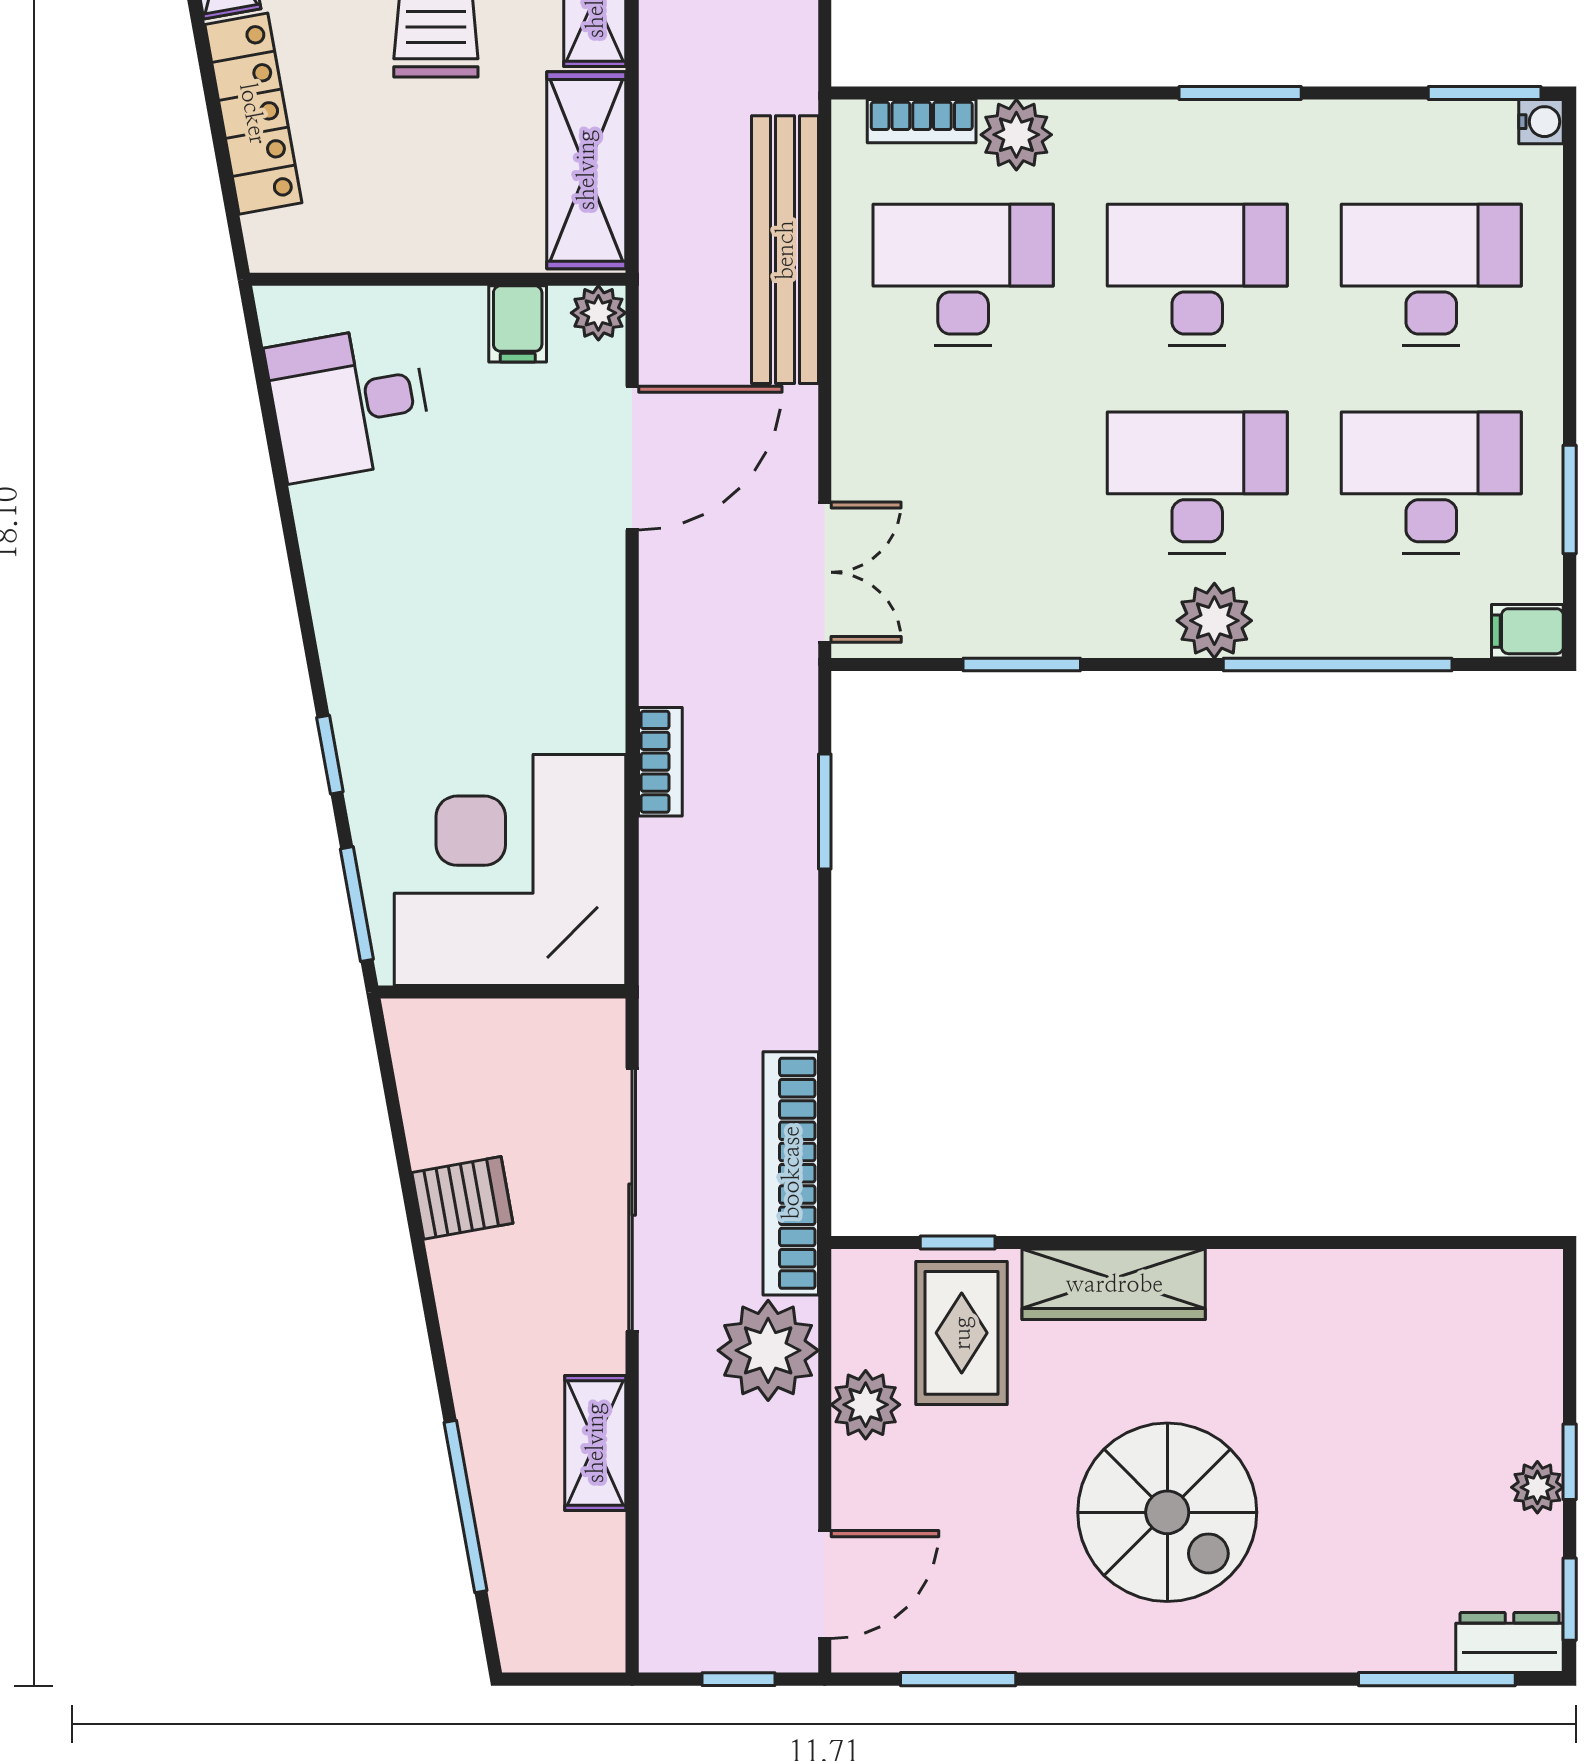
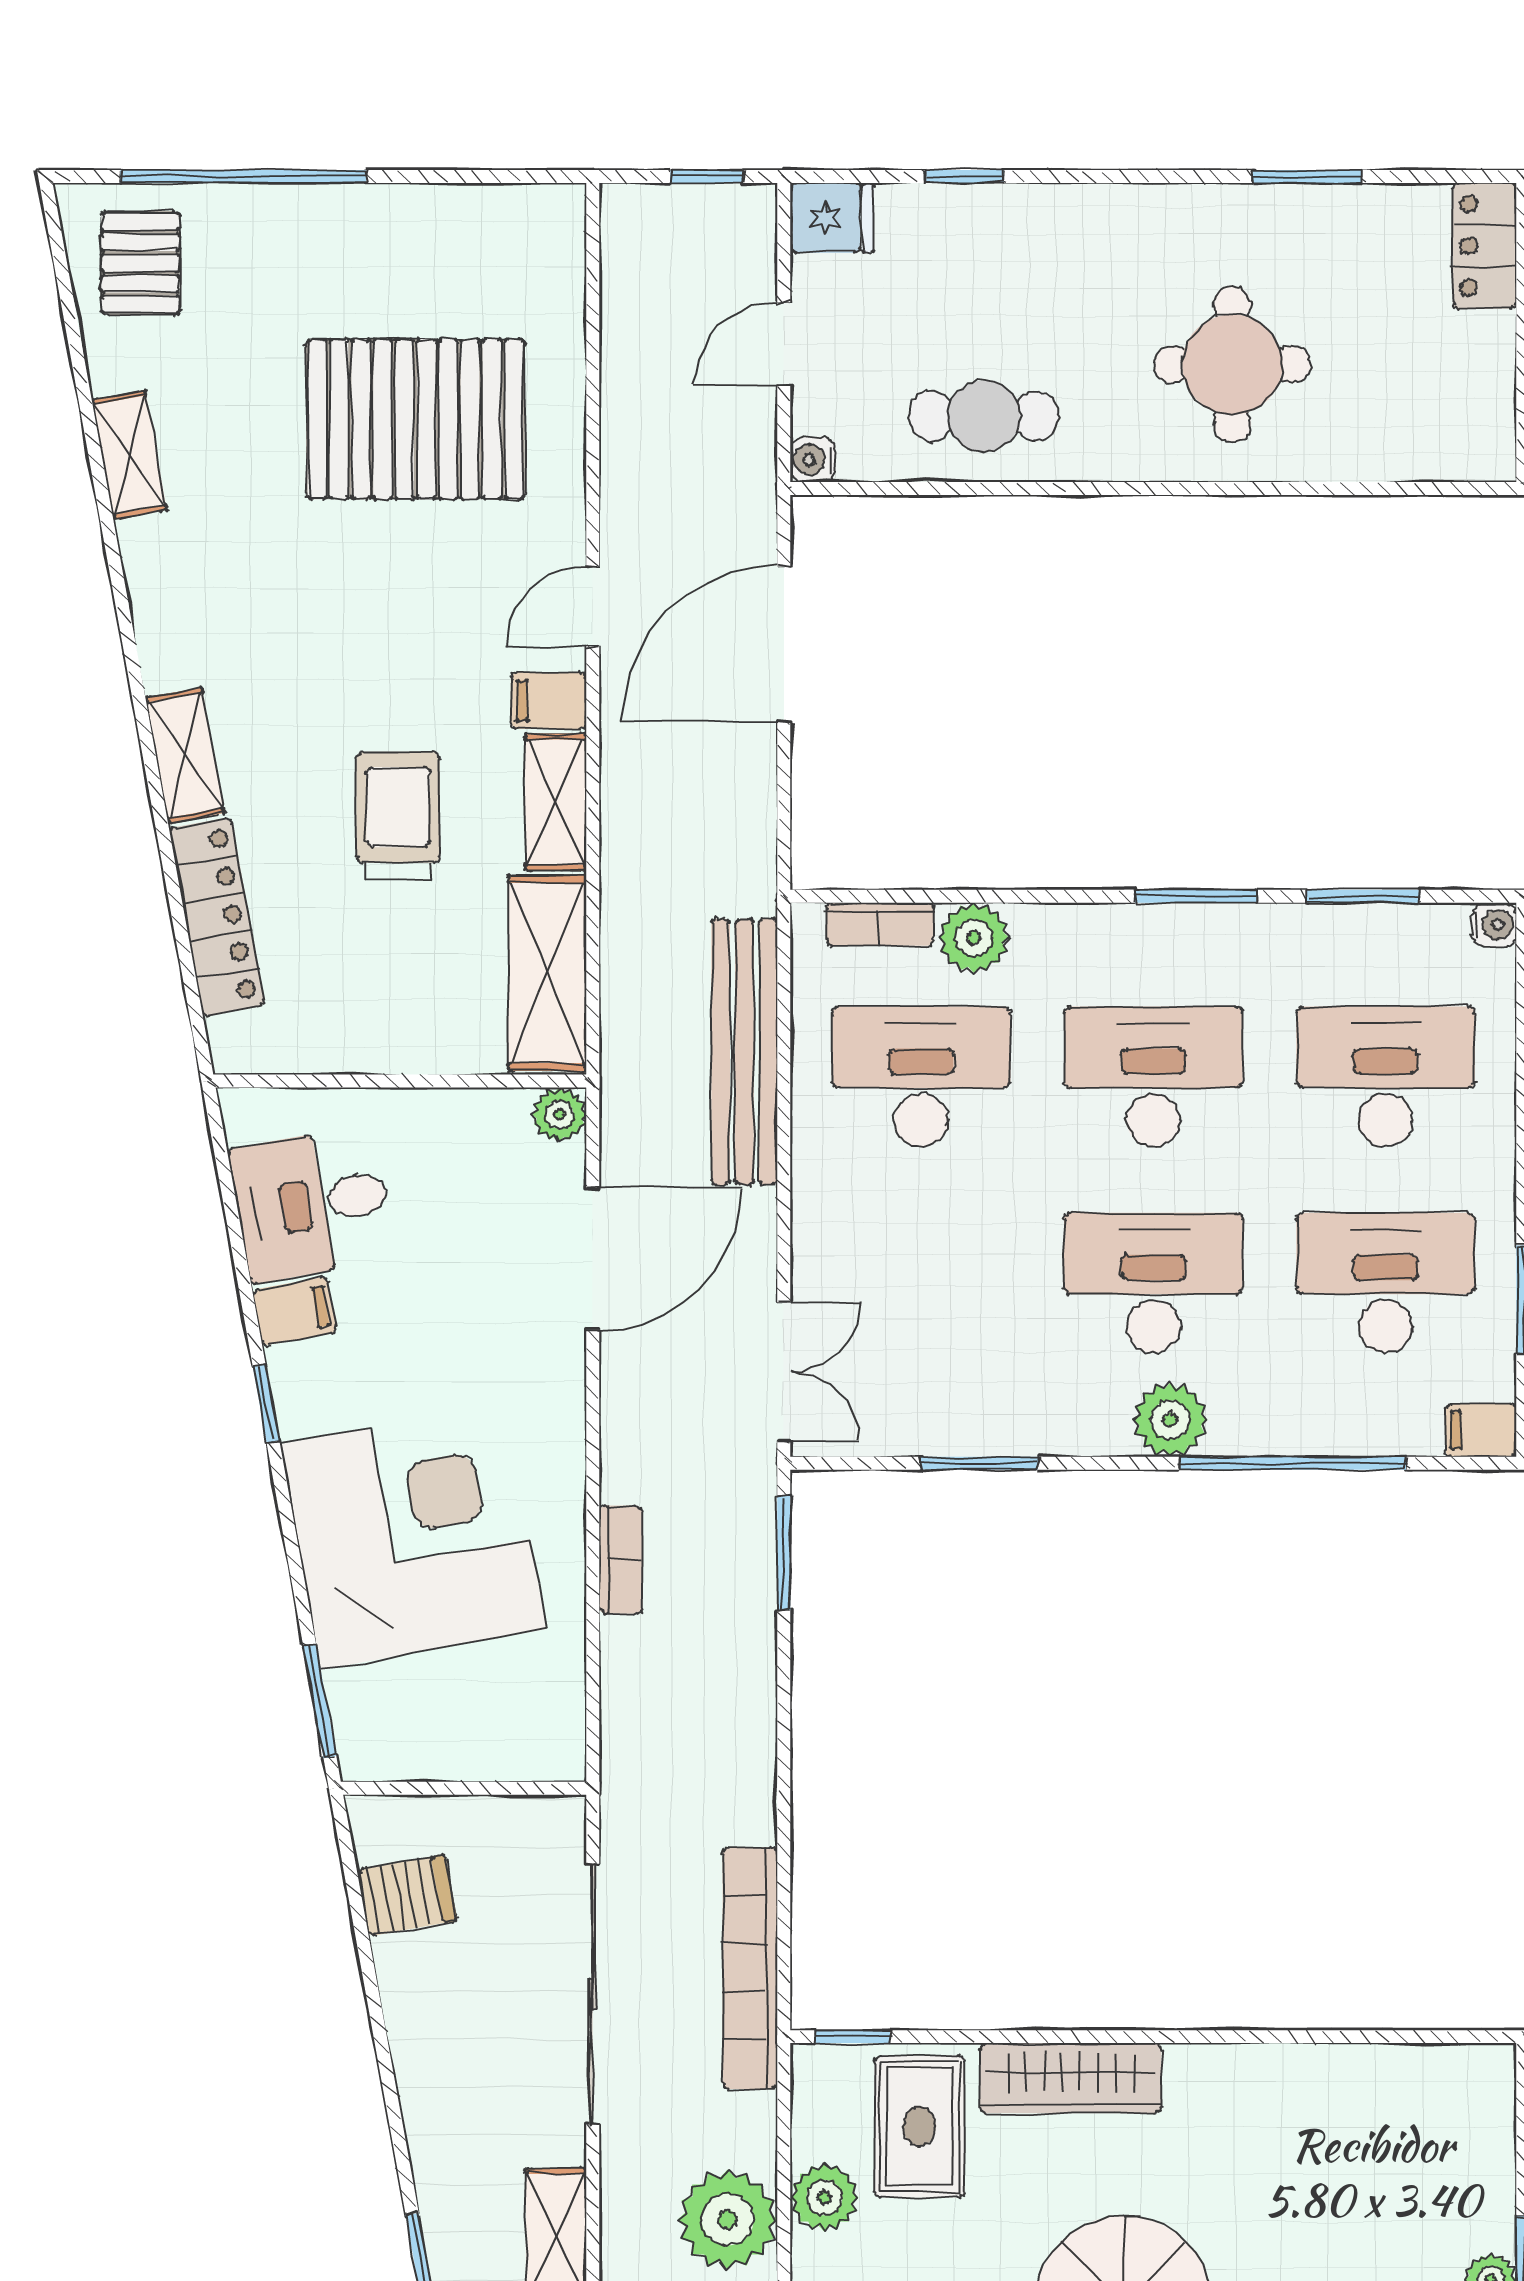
window: (1485, 93) -> (1363, 896), moved
filing cabinet: (518, 324) -> (295, 1311), moved, turned -100
window: (330, 755) -> (266, 1403), moved
window: (825, 812) -> (784, 1553), moved
corner desk: (510, 870) -> (413, 1537), moved, turned 80
server rack: (462, 1198) -> (407, 1895), moved
window: (958, 1242) -> (853, 2037), moved
plant: (768, 1350) -> (728, 2220), moved

